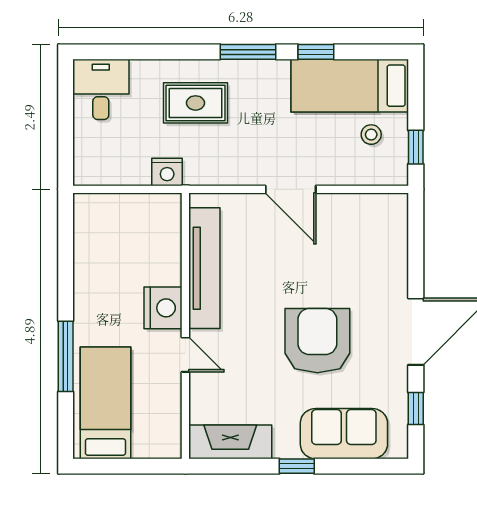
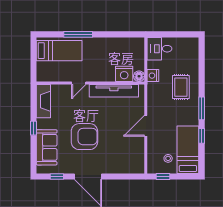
desk: (101, 89) -> (160, 49), moved, turned 180
floor lamp: (169, 206) -> (139, 76), added
nightstand: (163, 308) -> (124, 74), moved

